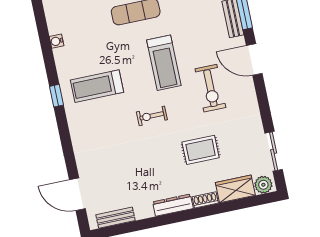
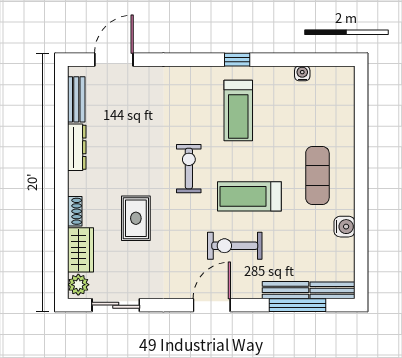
door: (254, 60) -> (212, 305), moved
treadmill: (97, 86) -> (238, 110), turned 180
exercise bike: (210, 88) -> (235, 246), moved
exercise bike: (152, 116) -> (189, 169), width x1.38, depth x1.39
dresser: (173, 205) -> (77, 147), moved

